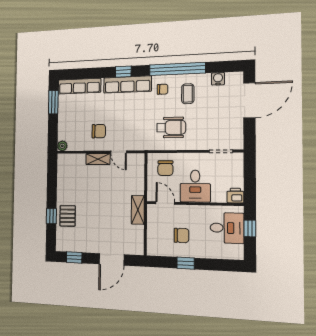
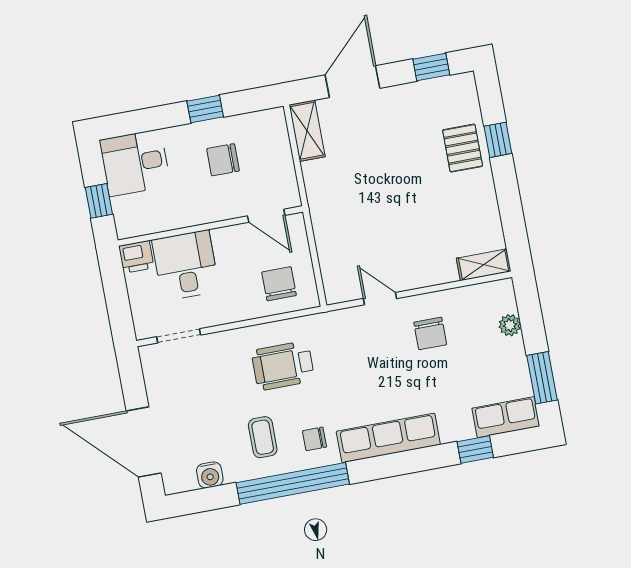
window: (123, 72) -> (475, 450), moved
row of seats: (79, 86) -> (506, 417), width x0.68
door: (249, 100) -> (144, 442), hinge flipped
chair: (99, 131) -> (430, 333), turned -90
plant: (62, 146) -> (510, 325), moved
shelving: (98, 159) -> (484, 265), moved
desk: (195, 186) -> (186, 265), moved
shelving: (138, 210) -> (307, 131), moved
desk: (227, 228) -> (135, 163), moved

